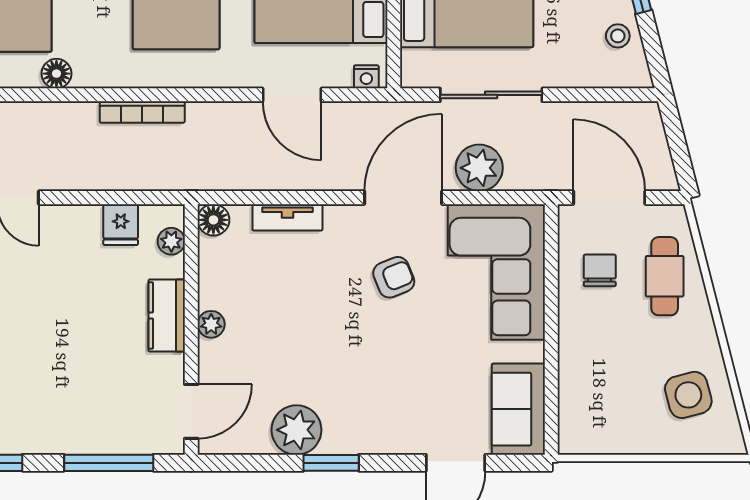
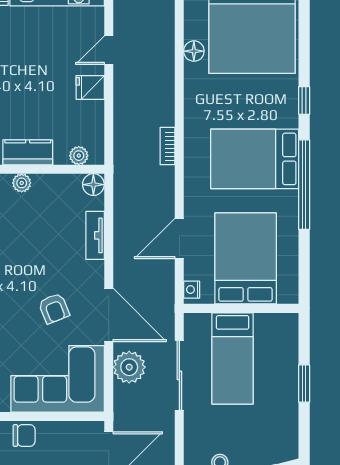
floor lamp: (56, 74) -> (194, 51), moved
bookcase: (142, 112) -> (167, 146), width x0.64
fridge: (121, 225) -> (90, 87), moved
chair: (600, 270) -> (24, 435), moved

